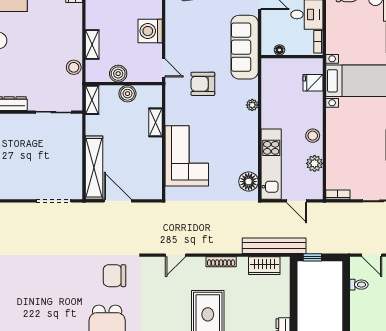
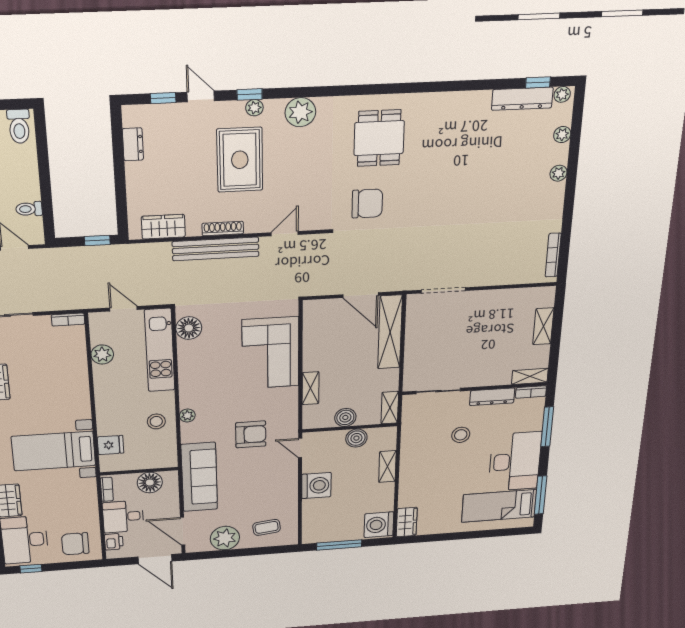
floor lamp: (279, 50) -> (150, 483), width x1.89, depth x1.89
stool: (74, 67) -> (461, 435), moved
stool: (313, 136) -> (156, 421), moved
bench: (274, 246) -> (216, 249), moved

